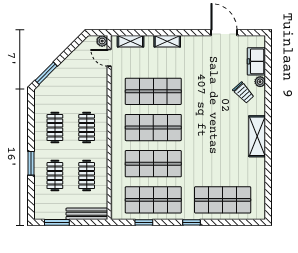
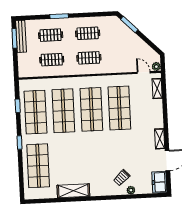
shelving: (167, 41) -> (160, 139), moved
door: (109, 58) -> (144, 73), hinge flipped
freezer: (256, 61) -> (159, 182), moved, turned -90
shelving: (257, 136) -> (73, 191), moved
bench: (87, 214) -> (21, 36), moved

